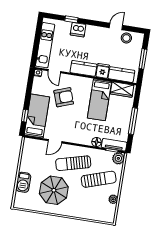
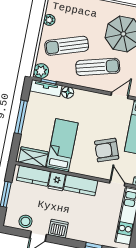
dishwasher: (78, 30) -> (58, 229), moved

